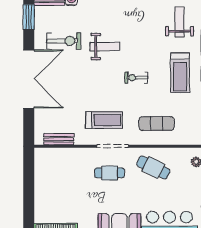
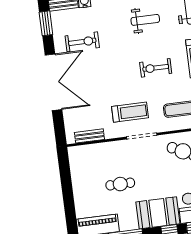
weight bench: (105, 47) -> (145, 20), moved
exercise bike: (136, 78) -> (156, 68), width x1.38, depth x1.39
cafe table: (110, 173) -> (120, 184), moved

